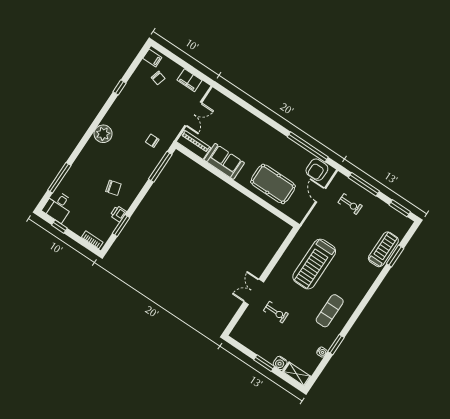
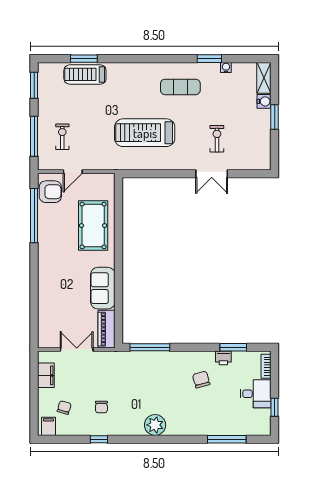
chair: (152, 141) -> (101, 407), moved
desk: (58, 207) -> (256, 394), moved
treadmill: (314, 264) -> (145, 133), turned 180

